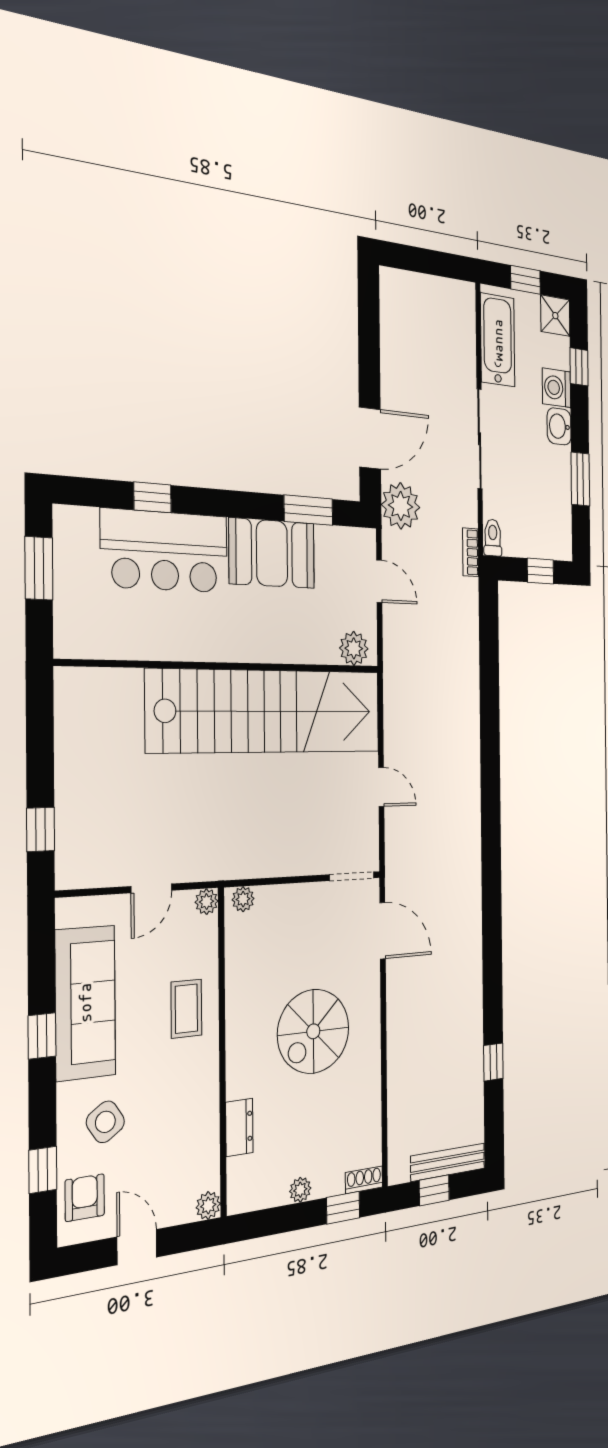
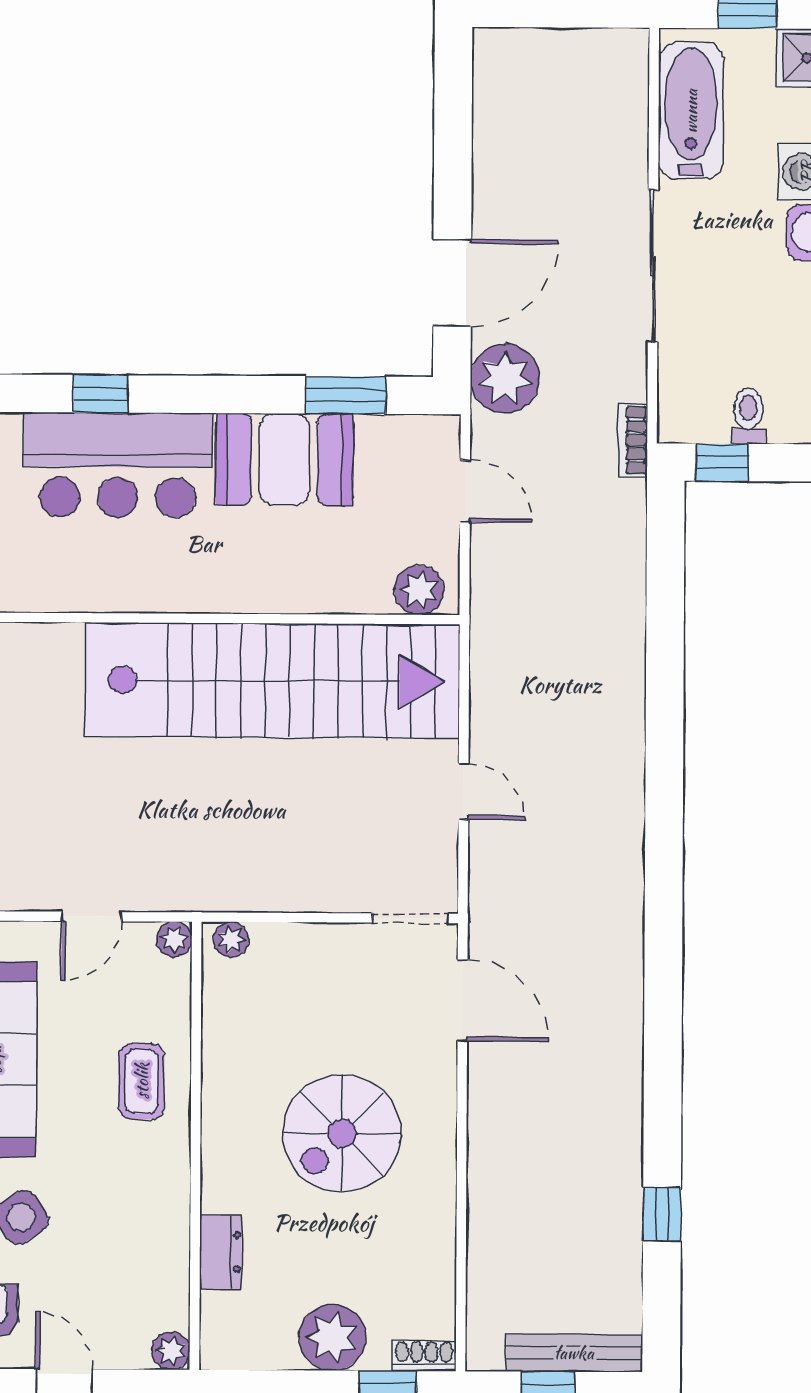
toilet: (493, 538) -> (748, 416), moved
window: (541, 571) -> (722, 462), moved
plant: (300, 1190) -> (332, 1337), width x1.88, depth x1.88

